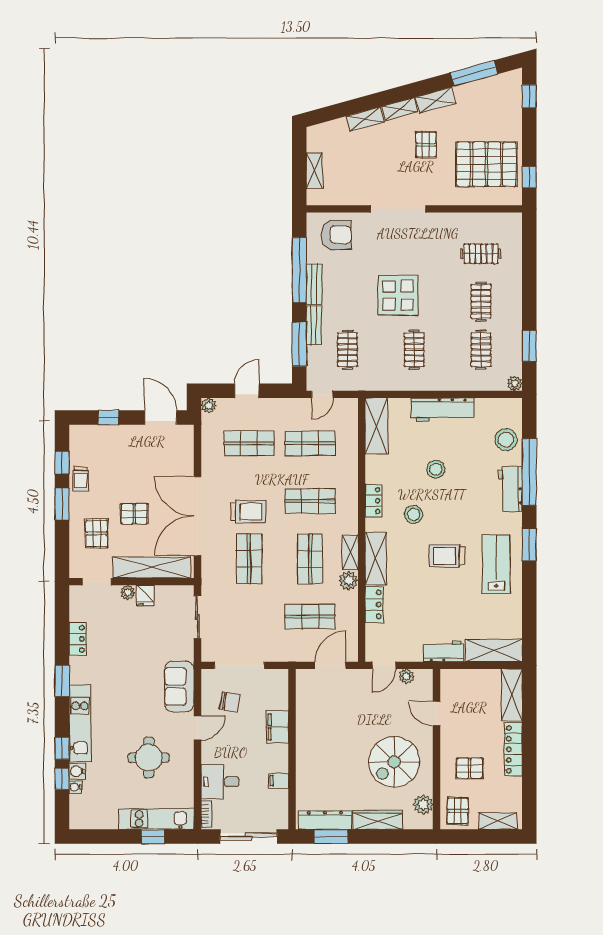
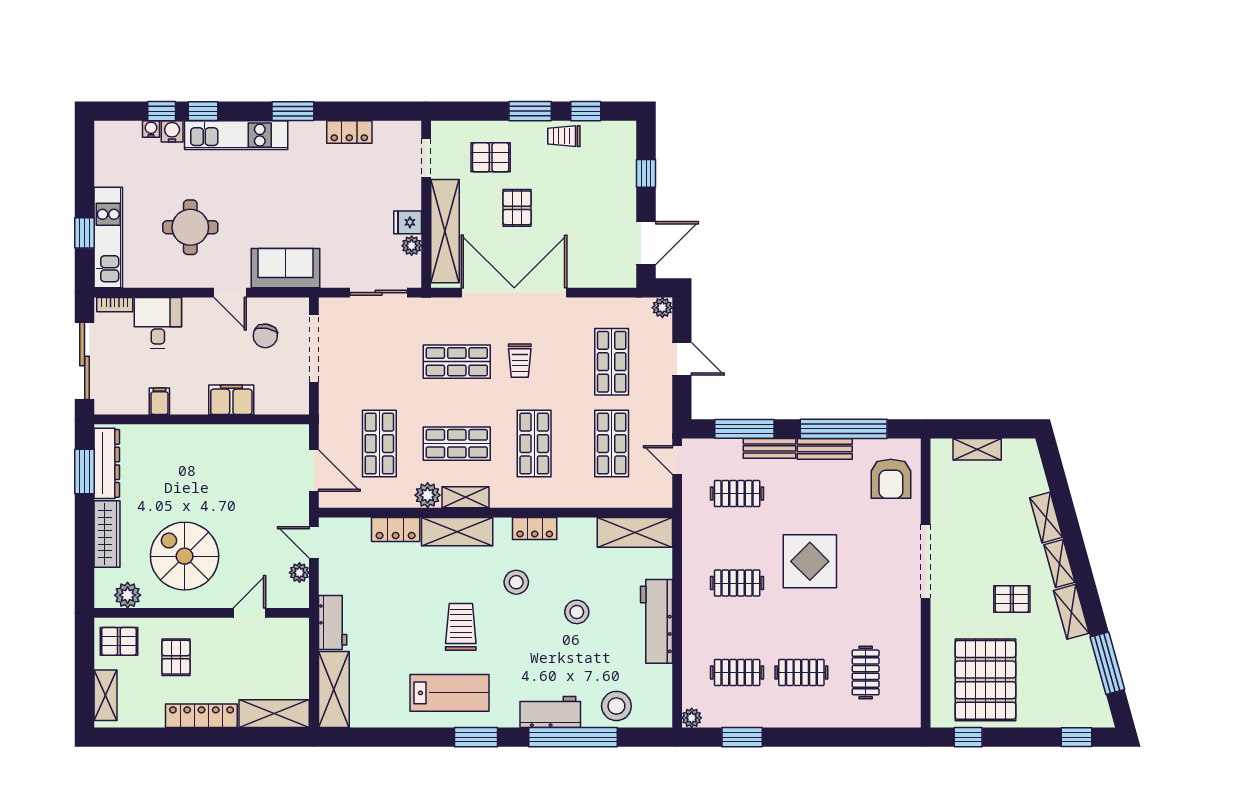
trolley: (248, 512) -> (520, 361), width x0.73, depth x0.72
plant: (128, 592) -> (412, 246), moved

